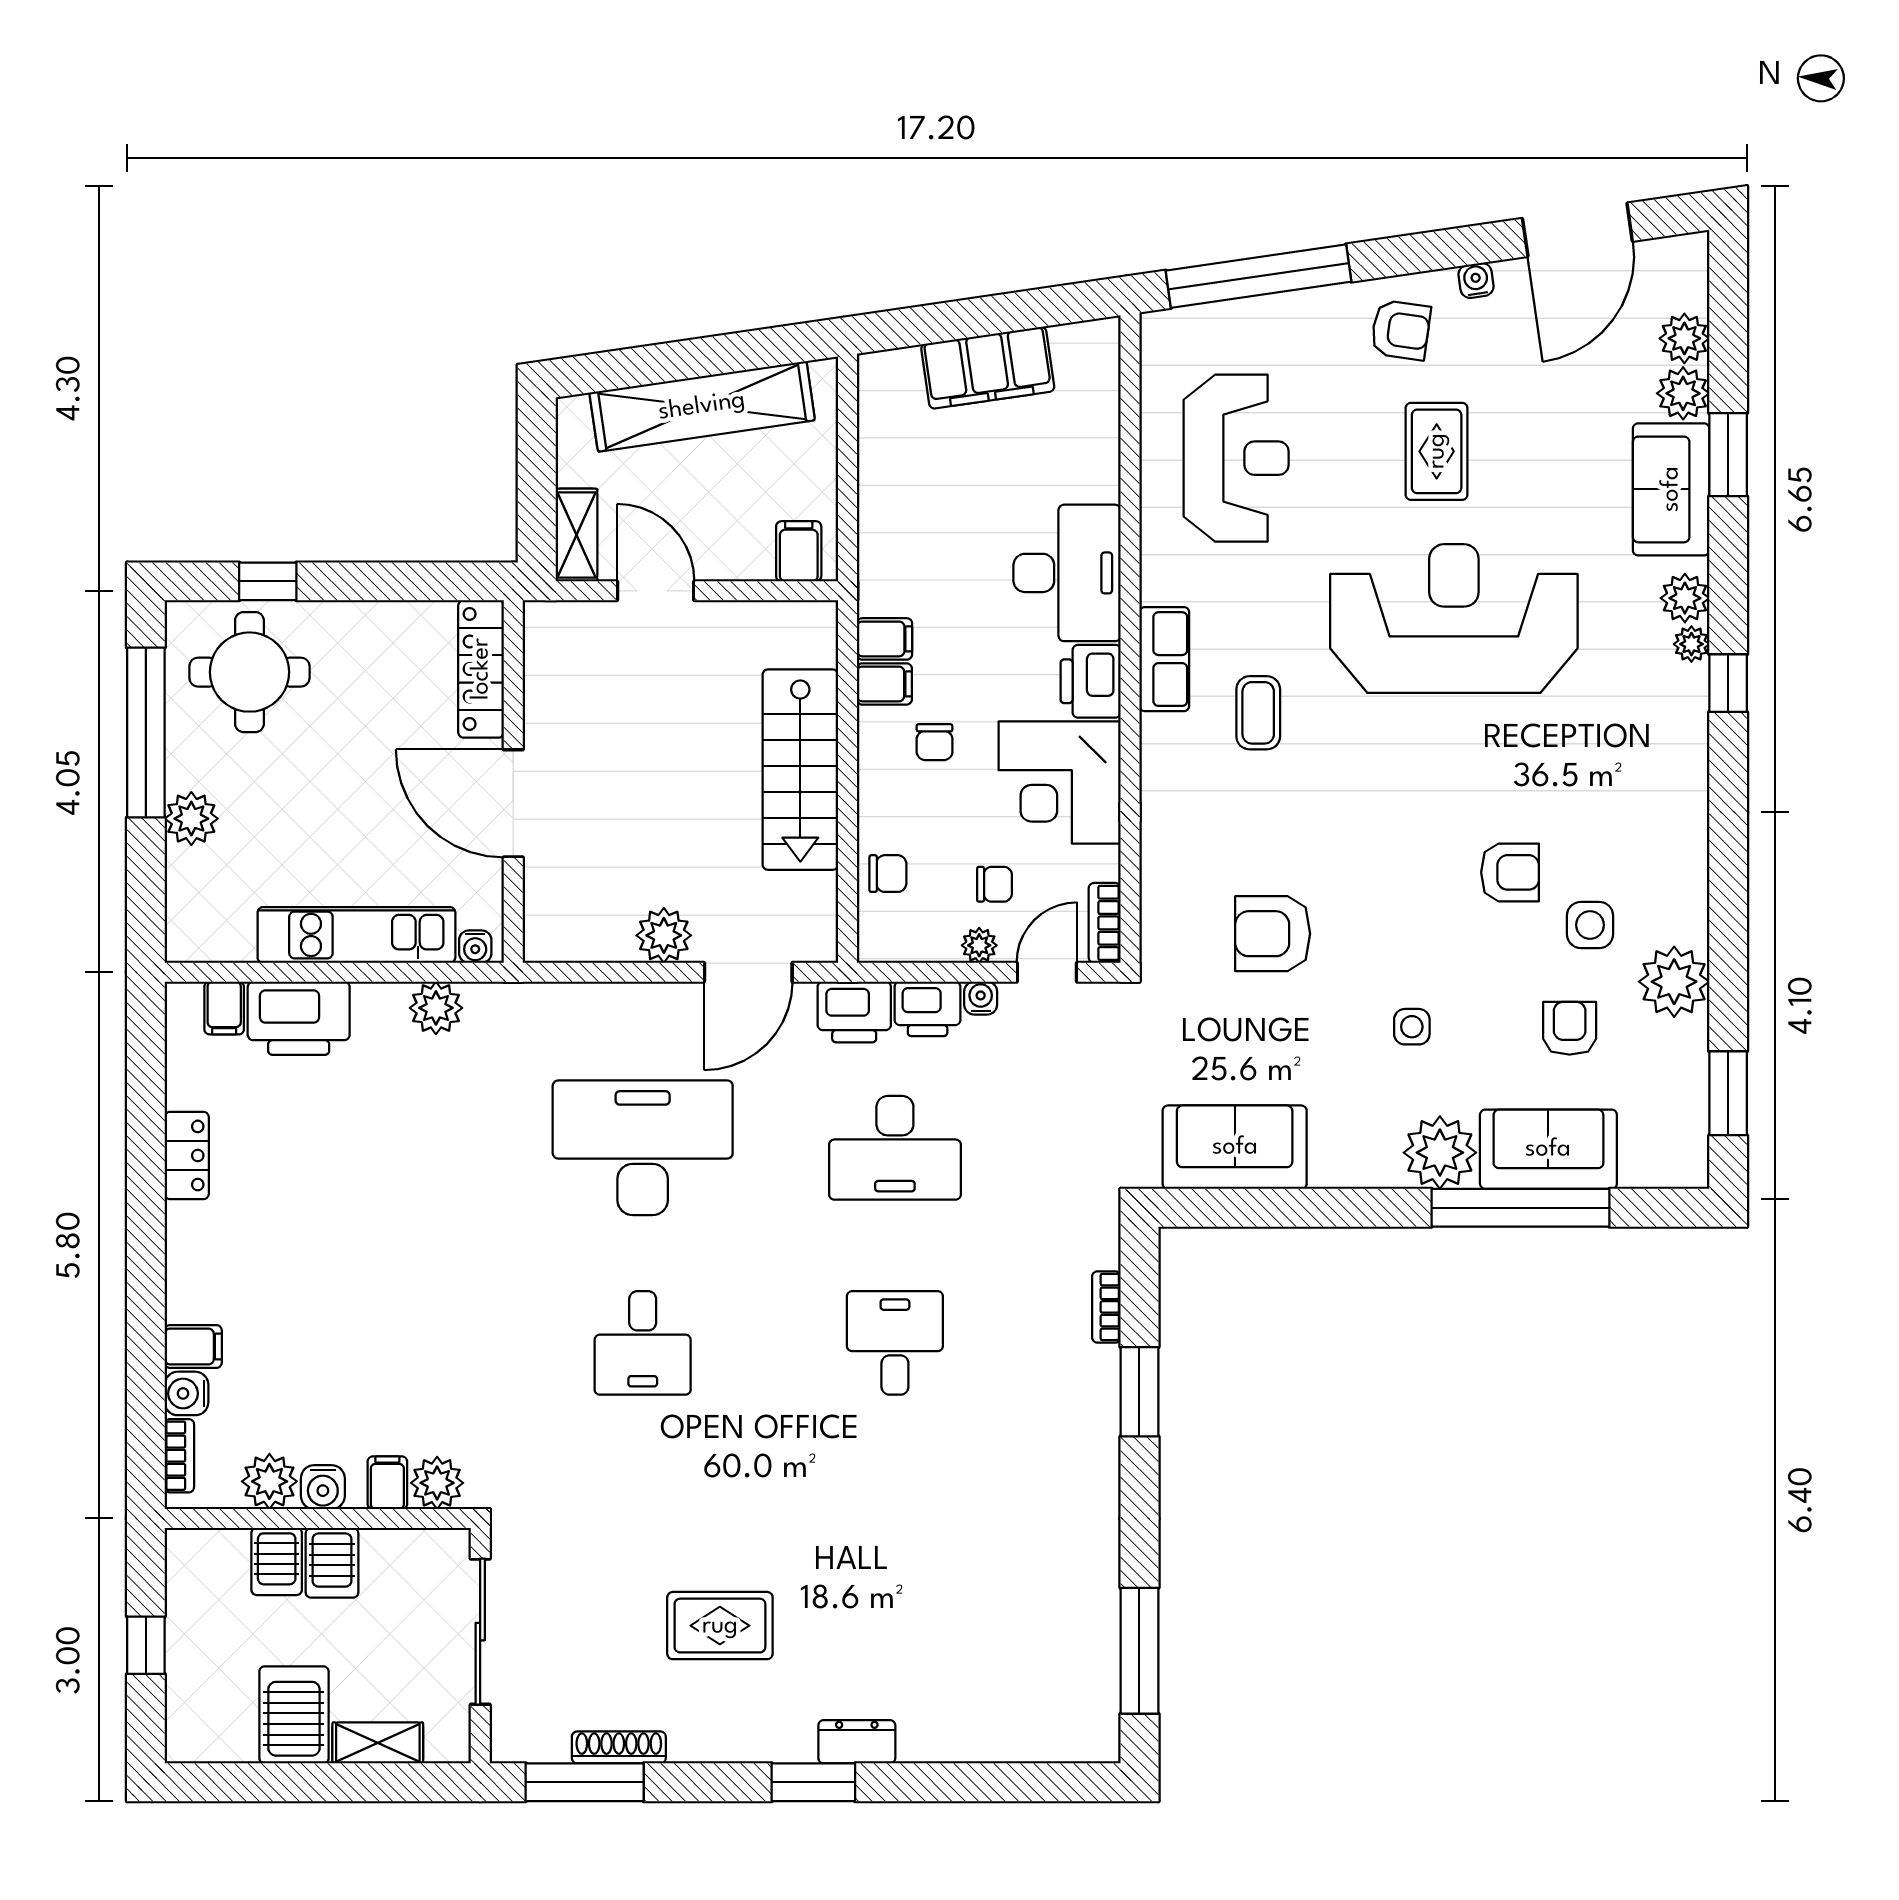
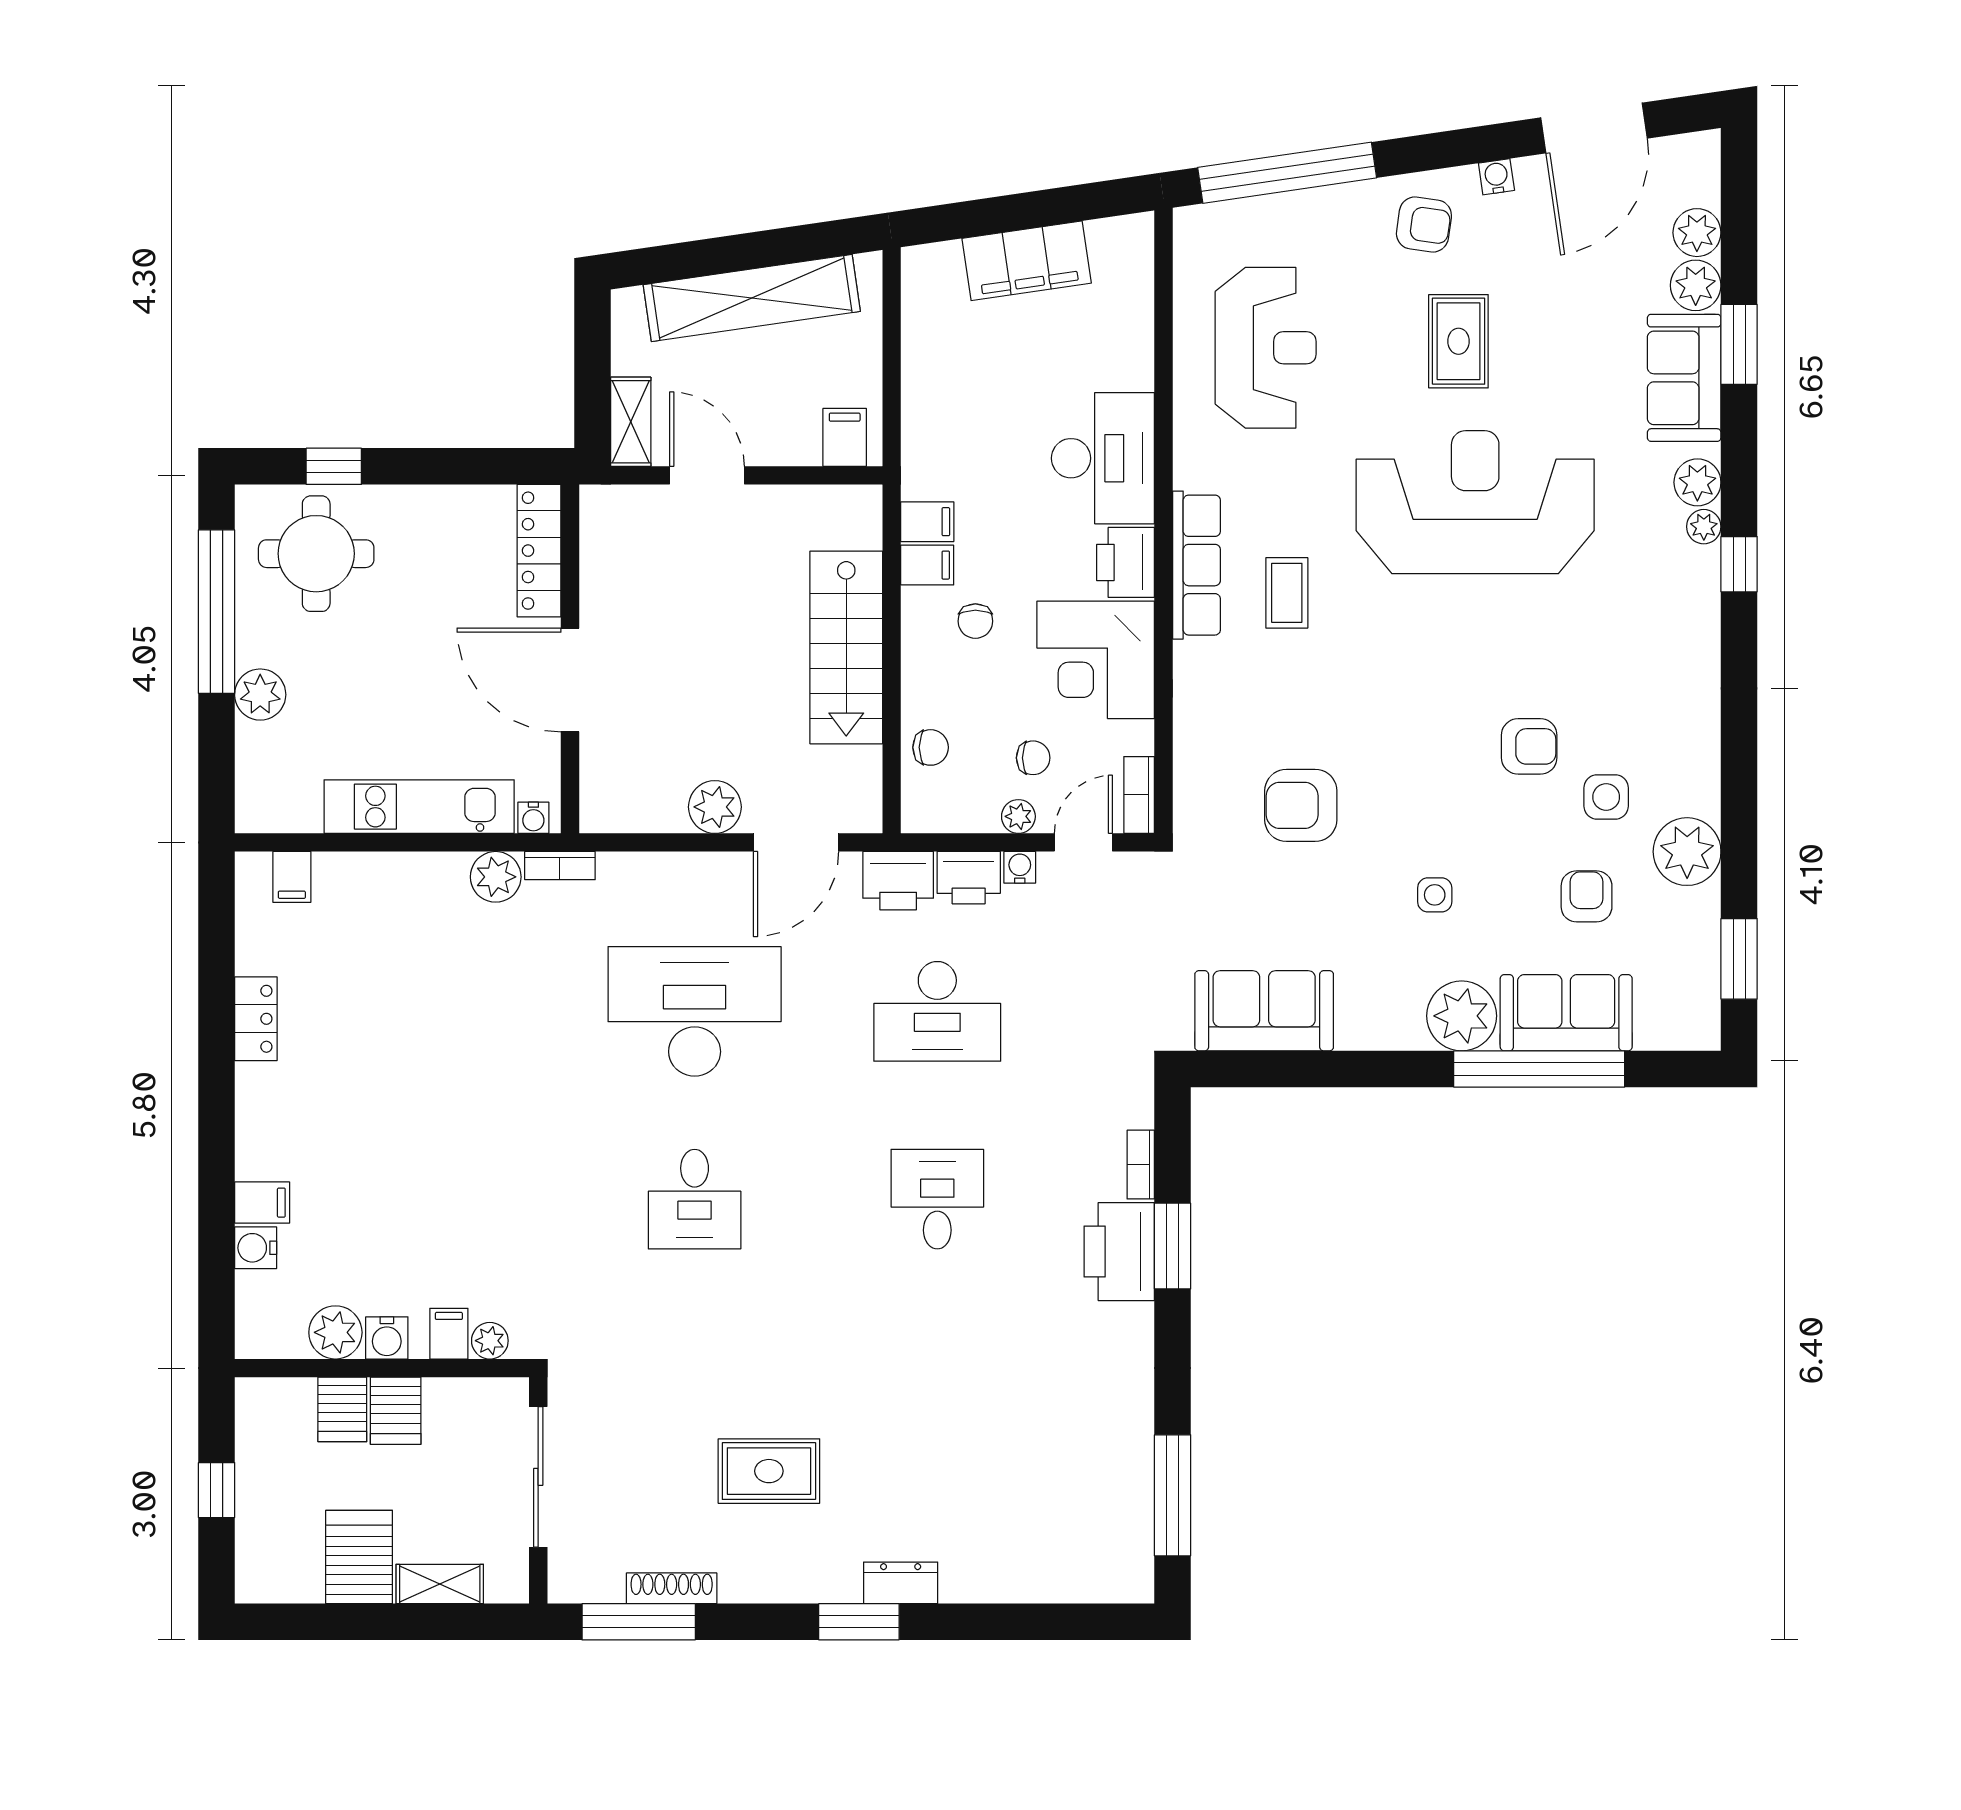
row of seats: (1164, 659) -> (1197, 565), width x1.48
printer: (299, 1018) -> (1119, 1252), moved, turned 90
bookcase: (179, 1456) -> (560, 866), moved, turned 90
plant: (437, 1483) -> (490, 1341), width x0.73, depth x0.73

